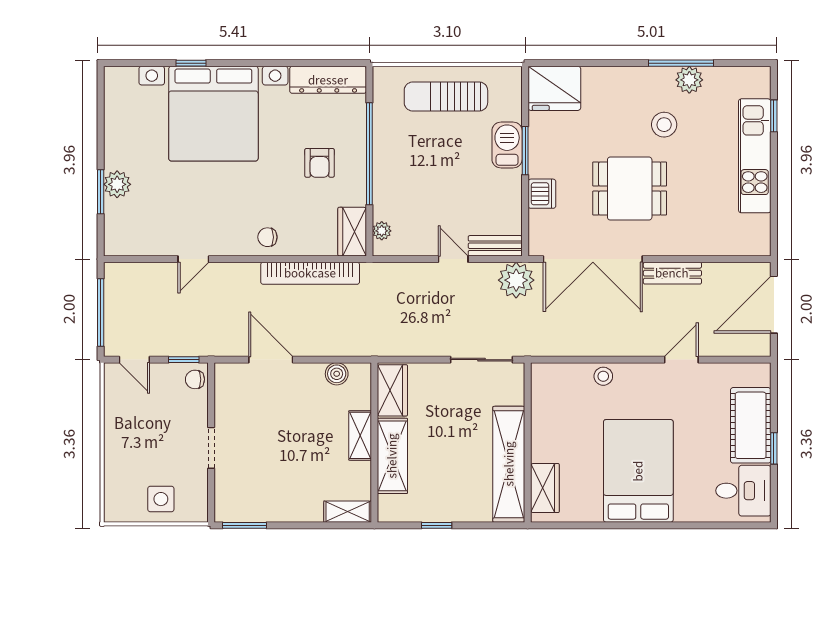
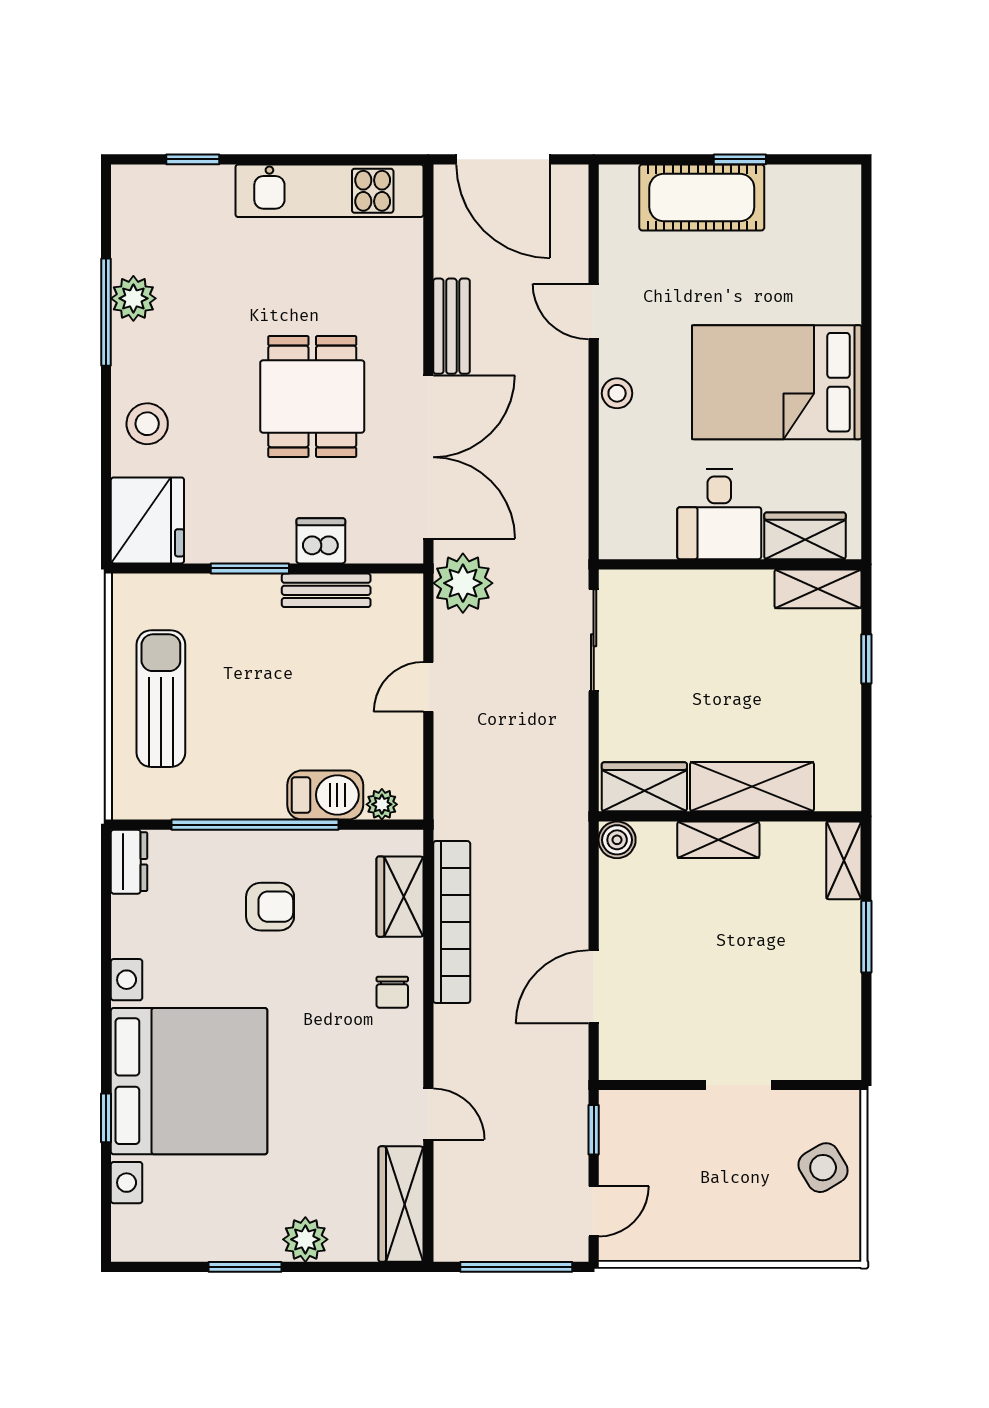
dresser: (328, 80) -> (129, 862), width x0.51, depth x0.80
sun lounger: (446, 96) -> (161, 699), turned 180
stool: (664, 125) -> (147, 424), moved
barbecue: (507, 145) -> (325, 795), moved, turned 180
kitchen unit: (755, 156) -> (329, 191), moved
window: (101, 192) -> (245, 1267), moved
wardrobe: (352, 232) -> (400, 897), moved, turned 90
wardrobe: (139, 242) -> (401, 1204), added
bench: (495, 246) -> (326, 590), moved, turned 90
boiler: (337, 374) -> (617, 840), moved
stool: (603, 376) -> (617, 393), moved
chair: (195, 379) -> (626, 1112), removed
shelving: (509, 464) -> (818, 589), width x0.45, depth x0.75
desk: (743, 491) -> (719, 514), moved, turned 180
side table: (161, 499) -> (823, 1168), turned -31
window: (244, 525) -> (866, 937), moved
window: (437, 525) -> (866, 659), moved

